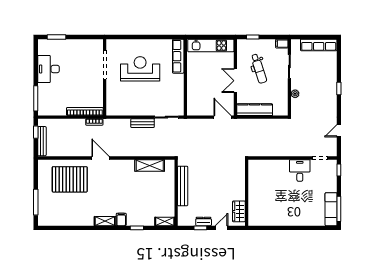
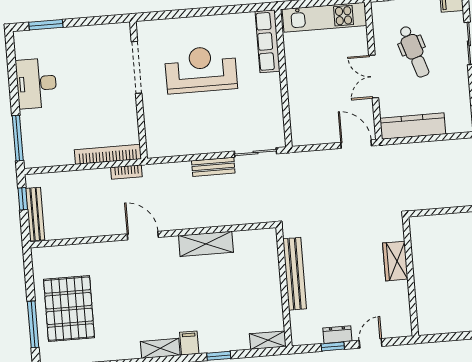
shelving: (150, 165) -> (206, 244), moved
pallet: (70, 179) -> (69, 309), moved, turned 90
wardrobe: (239, 211) -> (395, 261), moved

